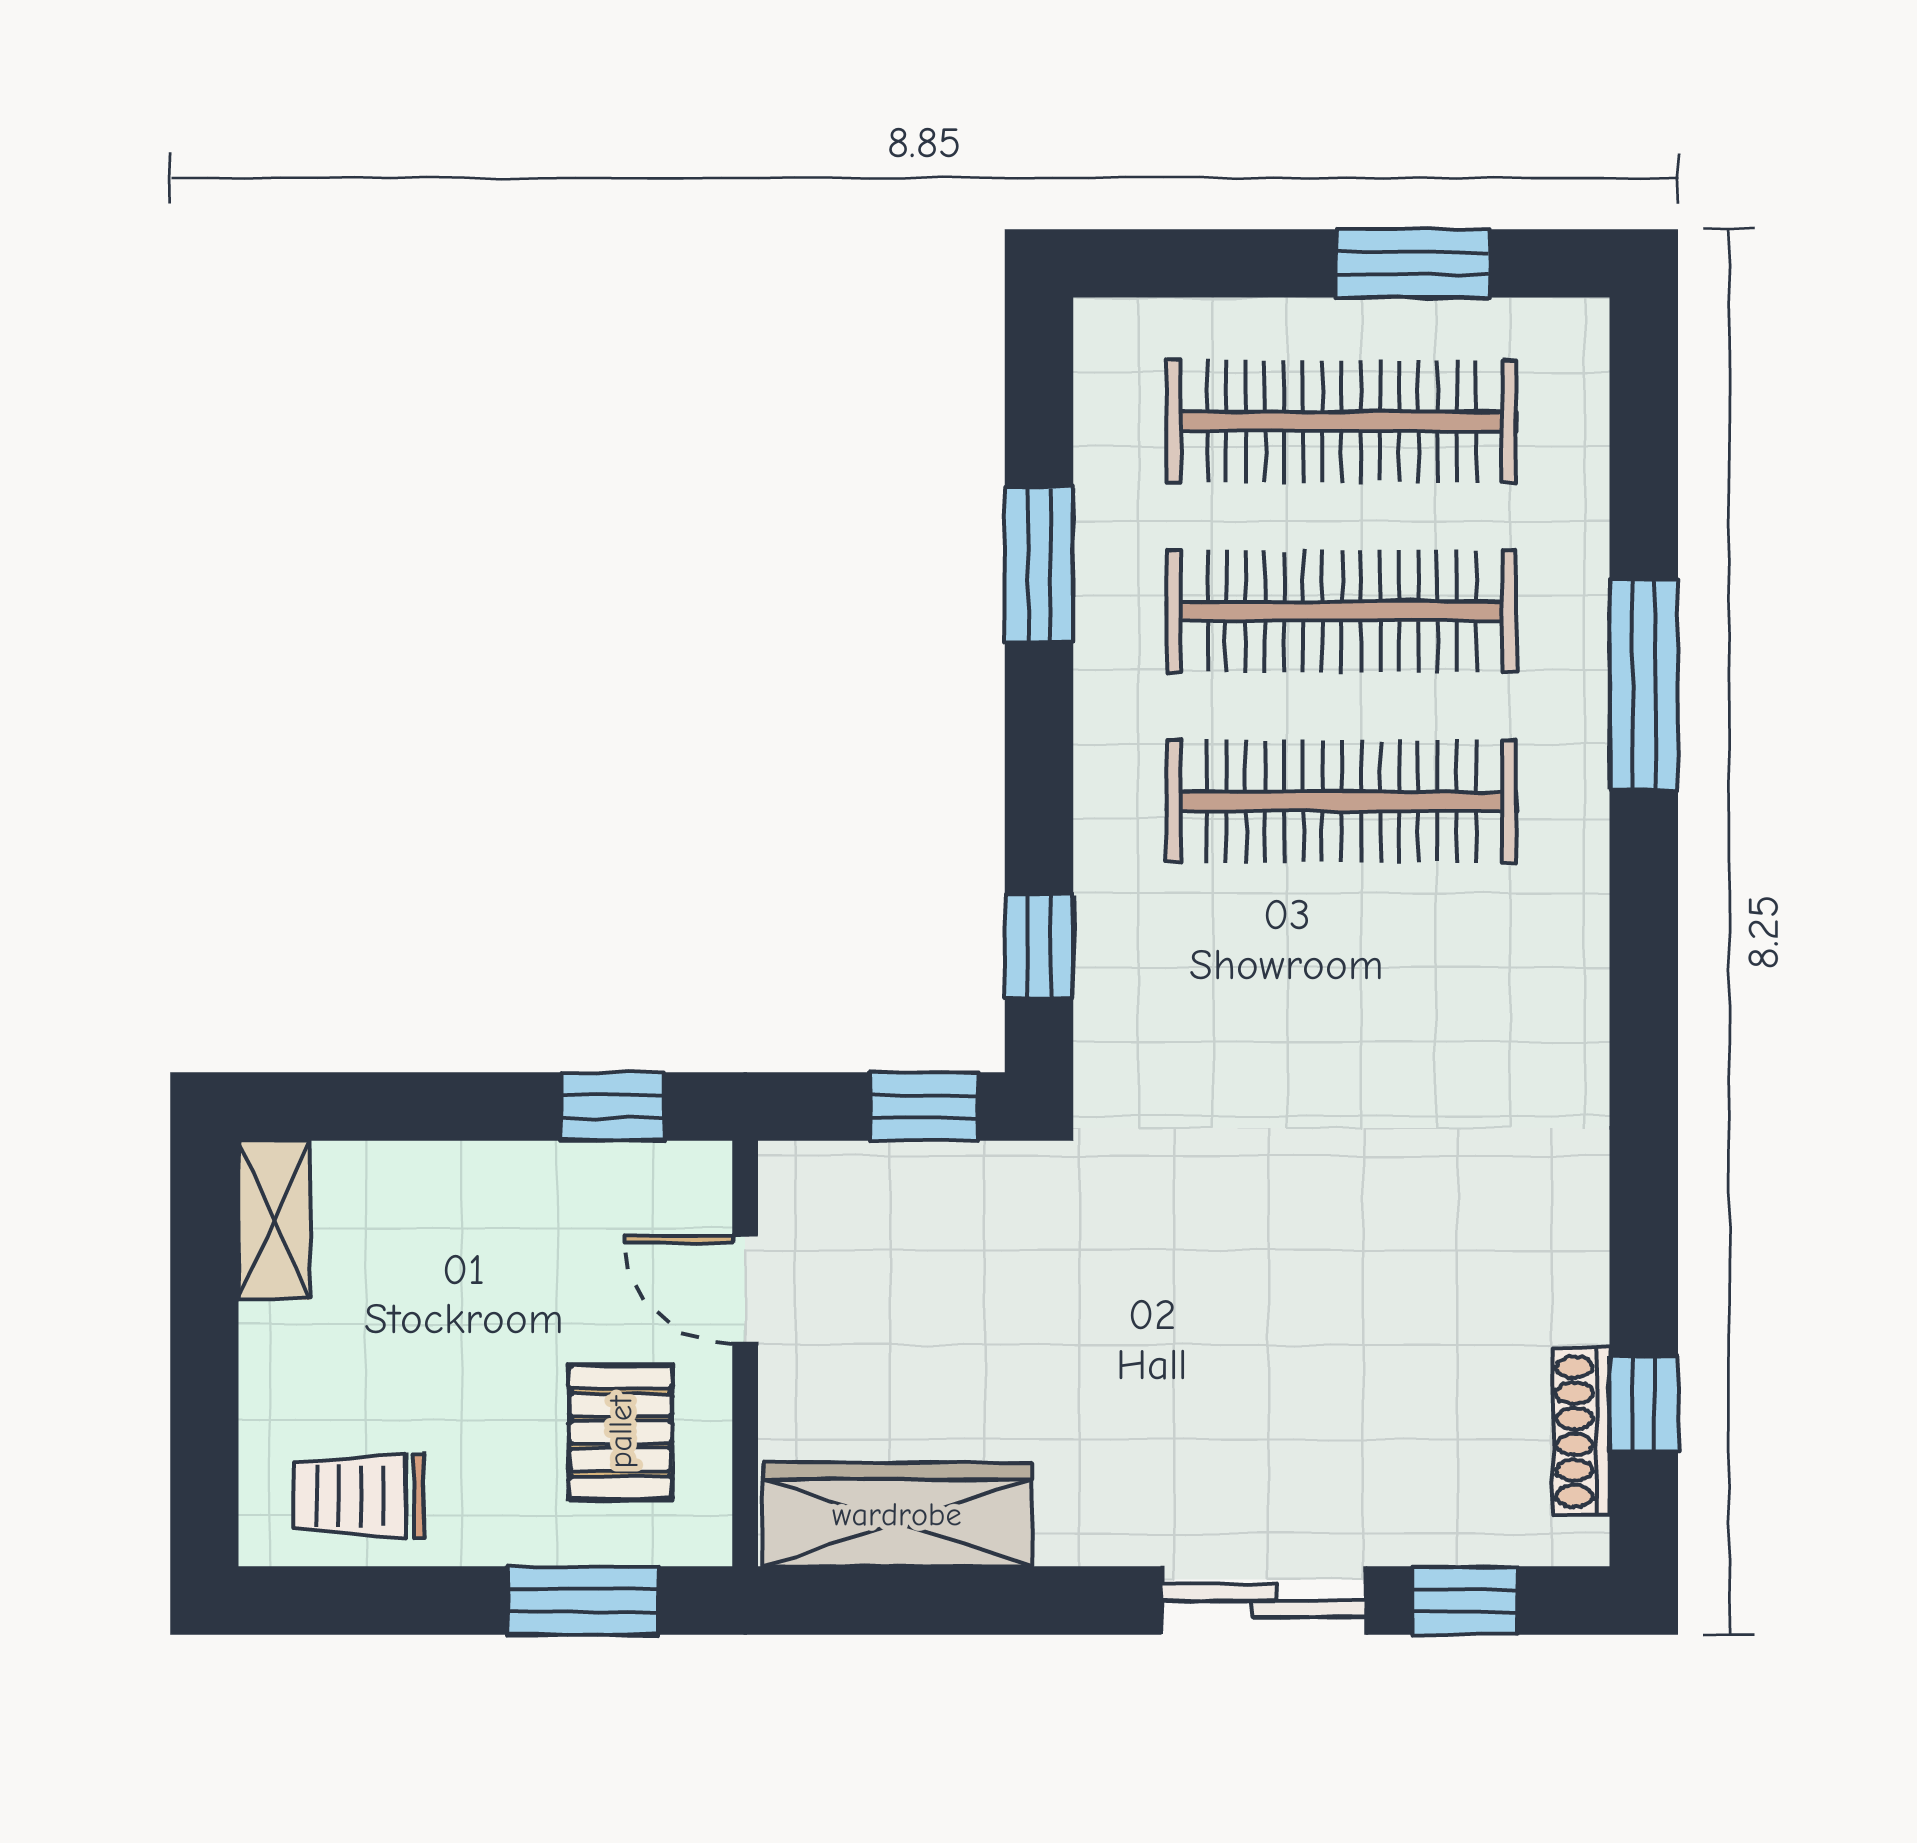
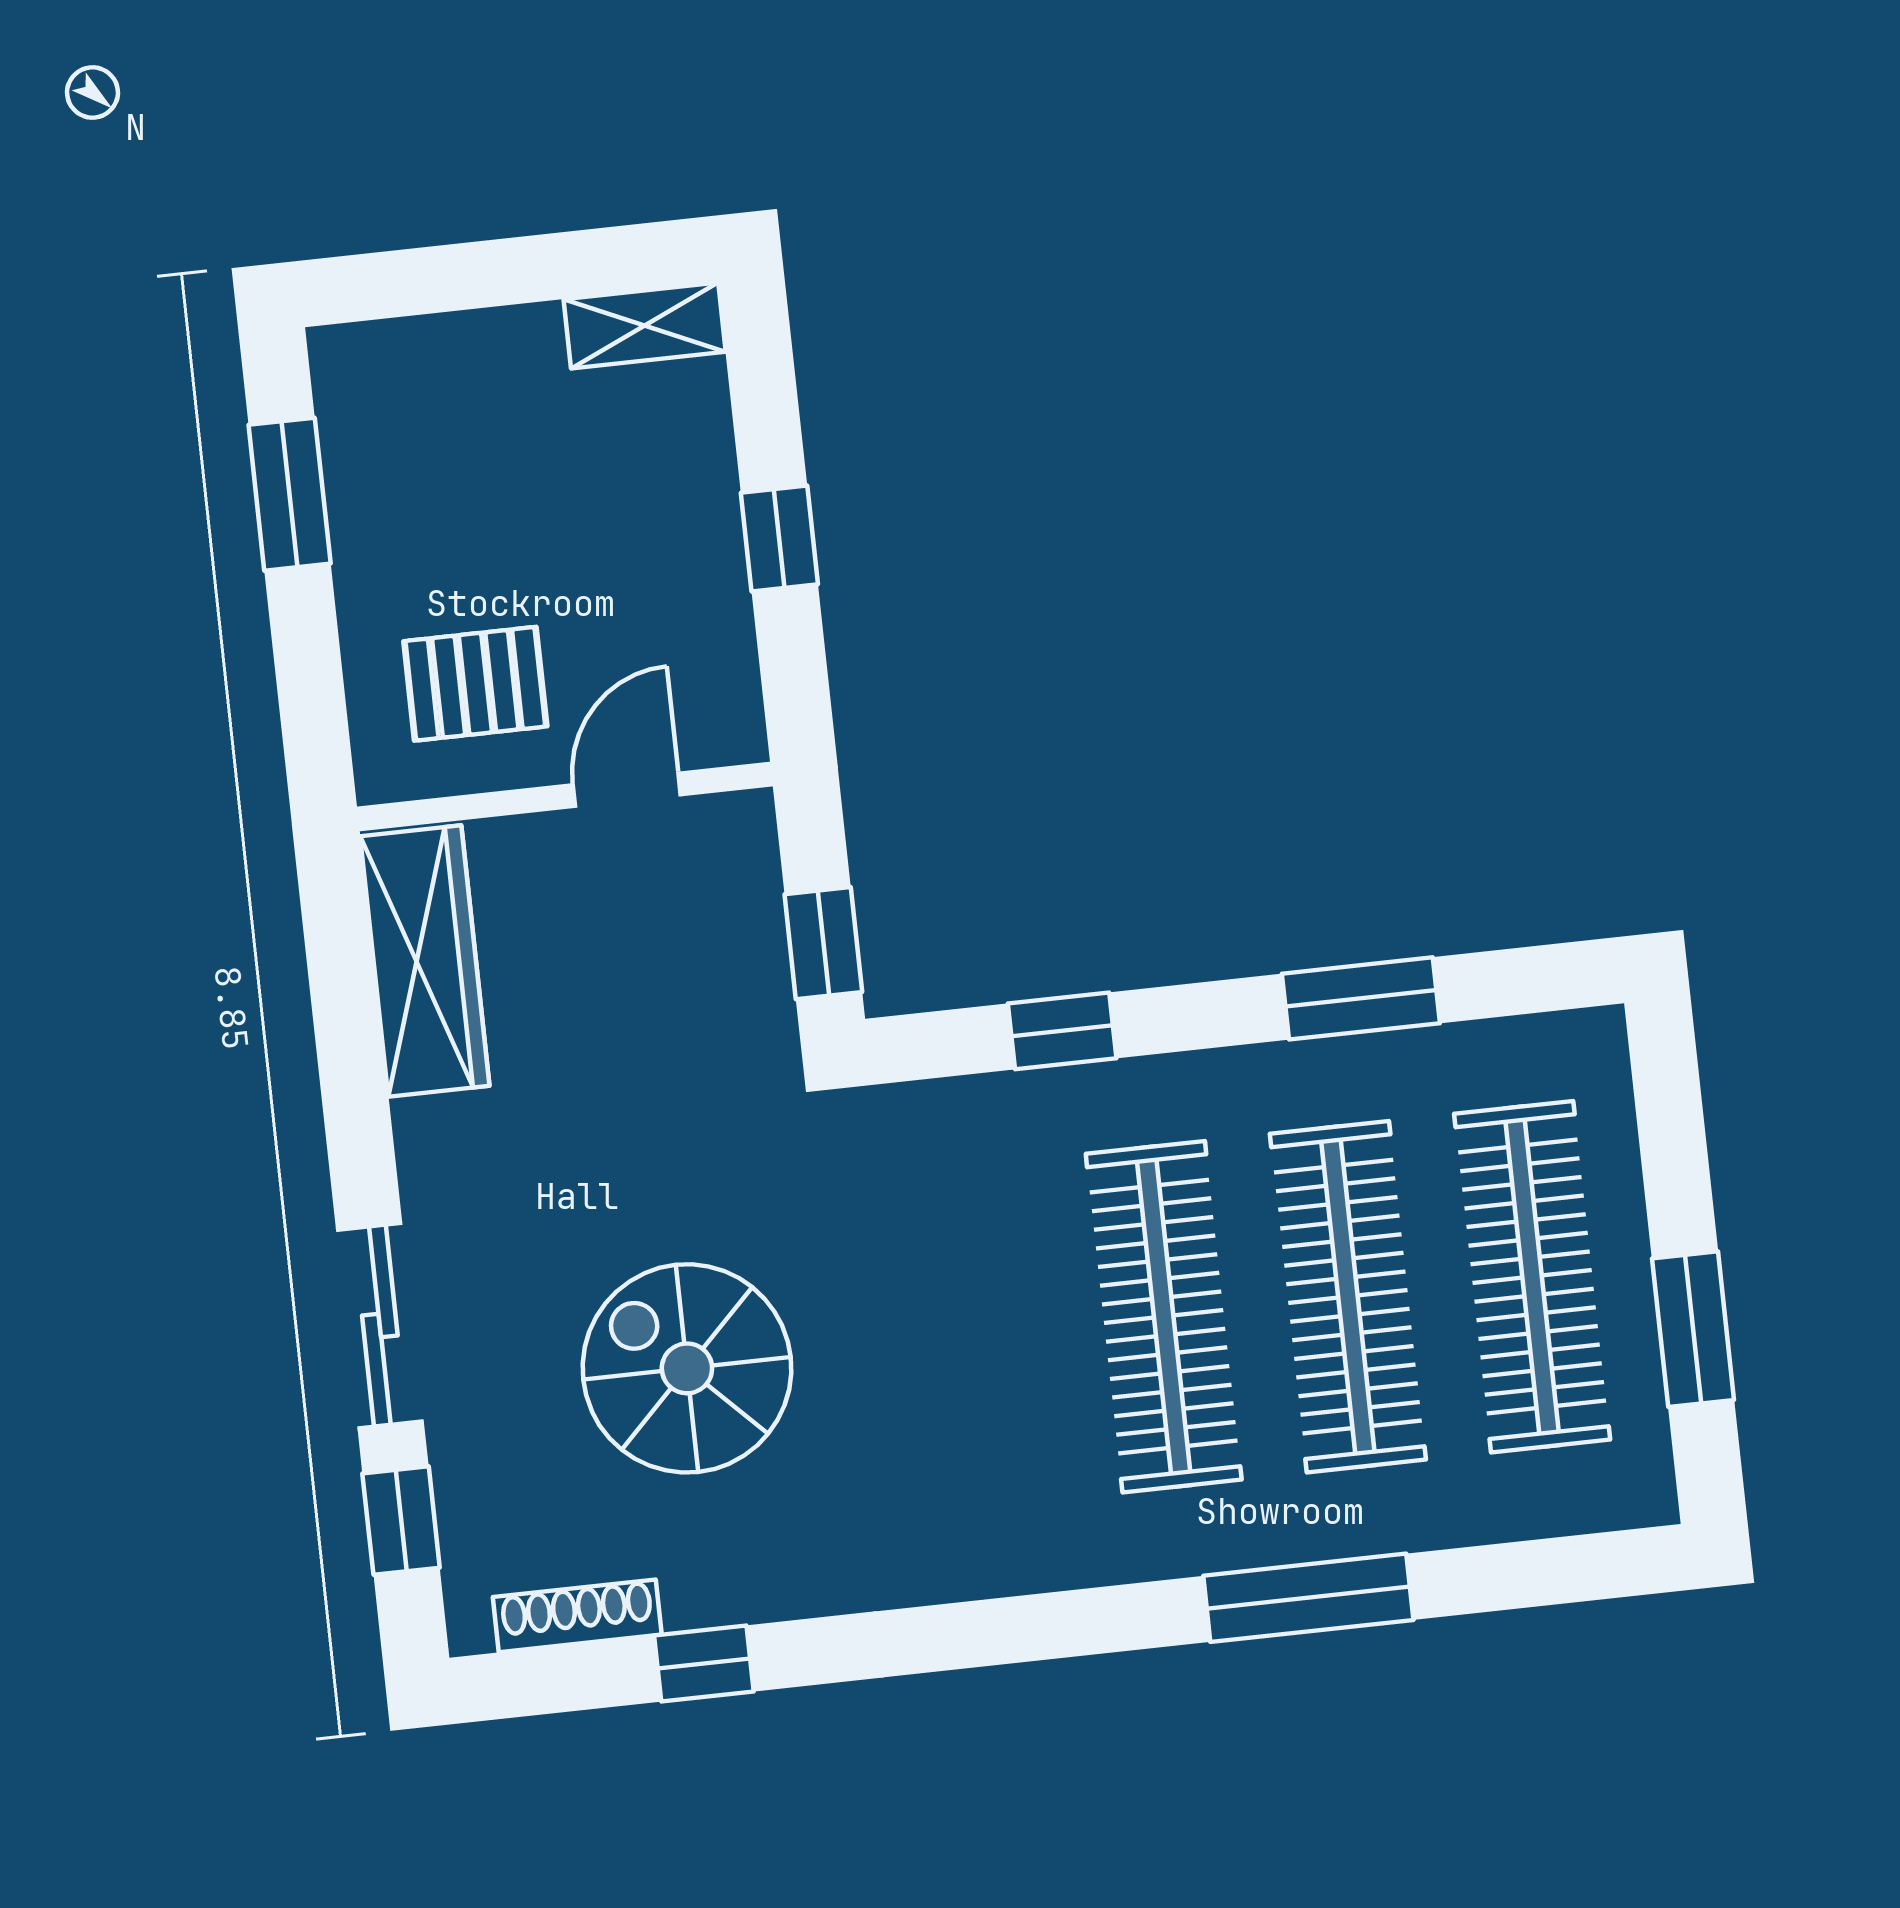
window: (1039, 946) -> (1062, 1031), moved
window: (613, 1107) -> (779, 538), moved
spiral stairs: (1341, 1292) -> (687, 1368), added
window: (1644, 1404) -> (704, 1663), moved
trolley: (359, 1496) -> (386, 437), removed
window: (583, 1601) -> (290, 494), moved

